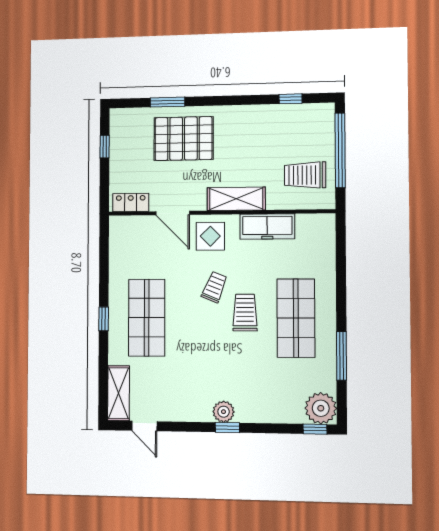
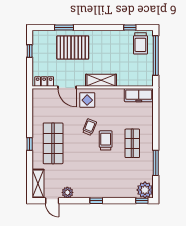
trolley: (305, 175) -> (140, 43), moved, turned -90
freezer: (267, 226) -> (139, 95), moved
shop shelf: (296, 318) -> (132, 143), width x0.70, depth x0.74
plant: (224, 412) -> (67, 192), moved

